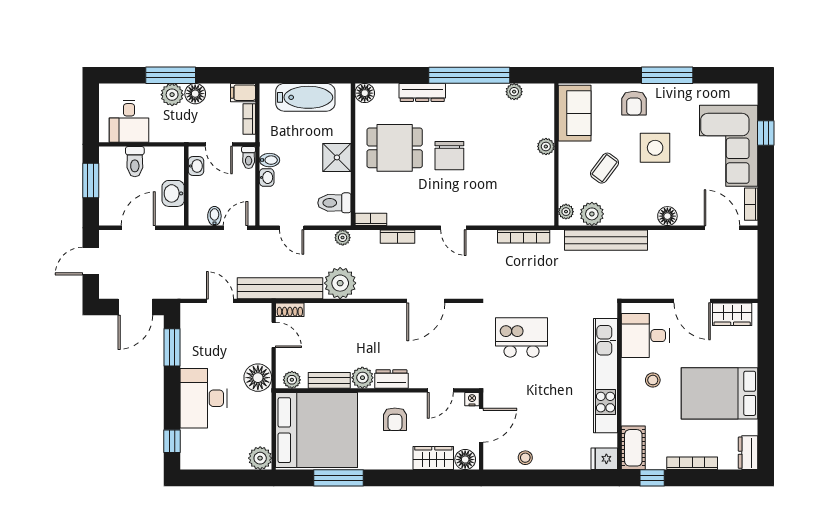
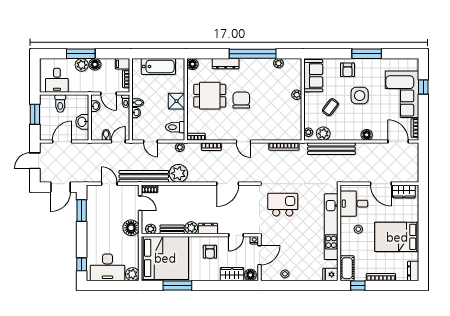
chair: (449, 156) -> (241, 100), turned 180
desk: (204, 398) -> (107, 267), moved, turned -90

